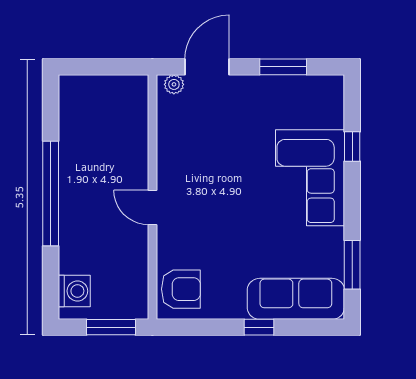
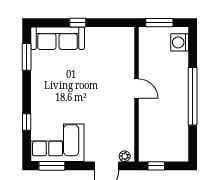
window: (116, 67) -> (156, 166), added
window: (283, 67) -> (52, 166), moved
corner sofa: (310, 178) -> (57, 143), moved, turned -90
armchair: (181, 289) -> (121, 43), removed

